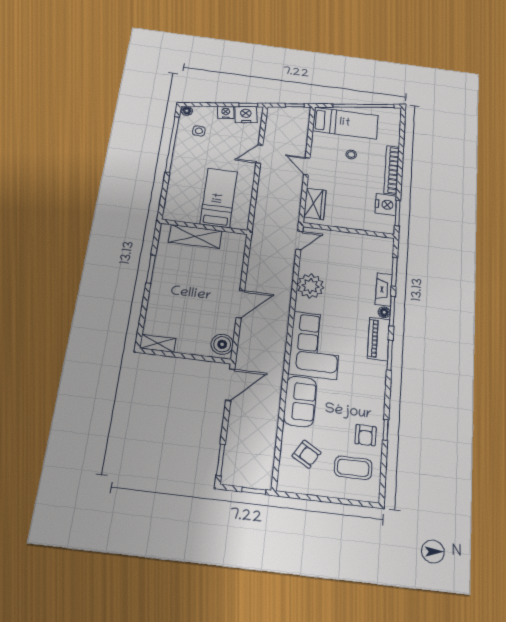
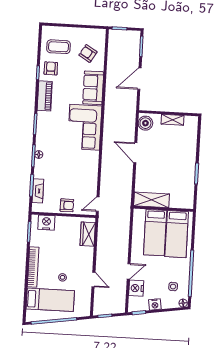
nightstand: (246, 115) -> (136, 288), moved, turned 99
bed: (345, 123) -> (50, 300), moved, turned 180
door: (307, 166) -> (93, 279), moved
bed: (188, 193) -> (177, 234), added
nightstand: (386, 205) -> (46, 223), moved, turned 90
shelving: (195, 236) -> (151, 200), moved
armchair: (344, 242) -> (67, 205), added
plant: (310, 286) -> (89, 170), removed
fireplace: (384, 290) -> (38, 191), moved
door: (240, 304) -> (135, 153), hinge flipped
piano: (379, 339) -> (45, 96), moved
shelving: (158, 343) -> (172, 120), moved
door: (230, 385) -> (139, 79), moved

